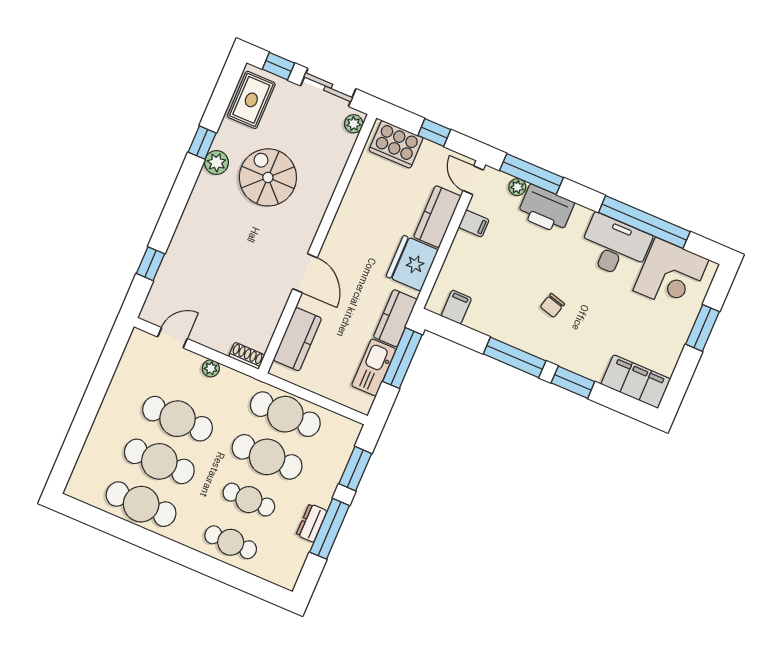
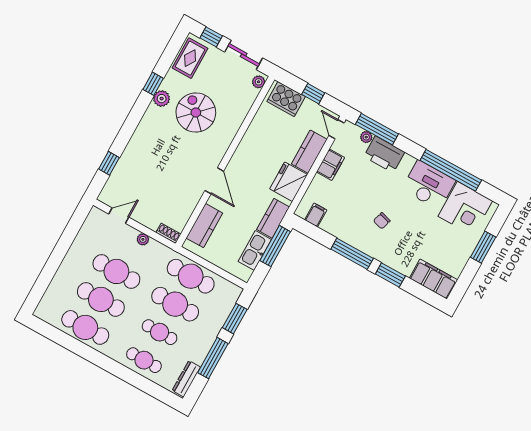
filing cabinet: (474, 224) -> (330, 165), width x2.00
dresser: (312, 523) -> (186, 379), moved, width x1.44

